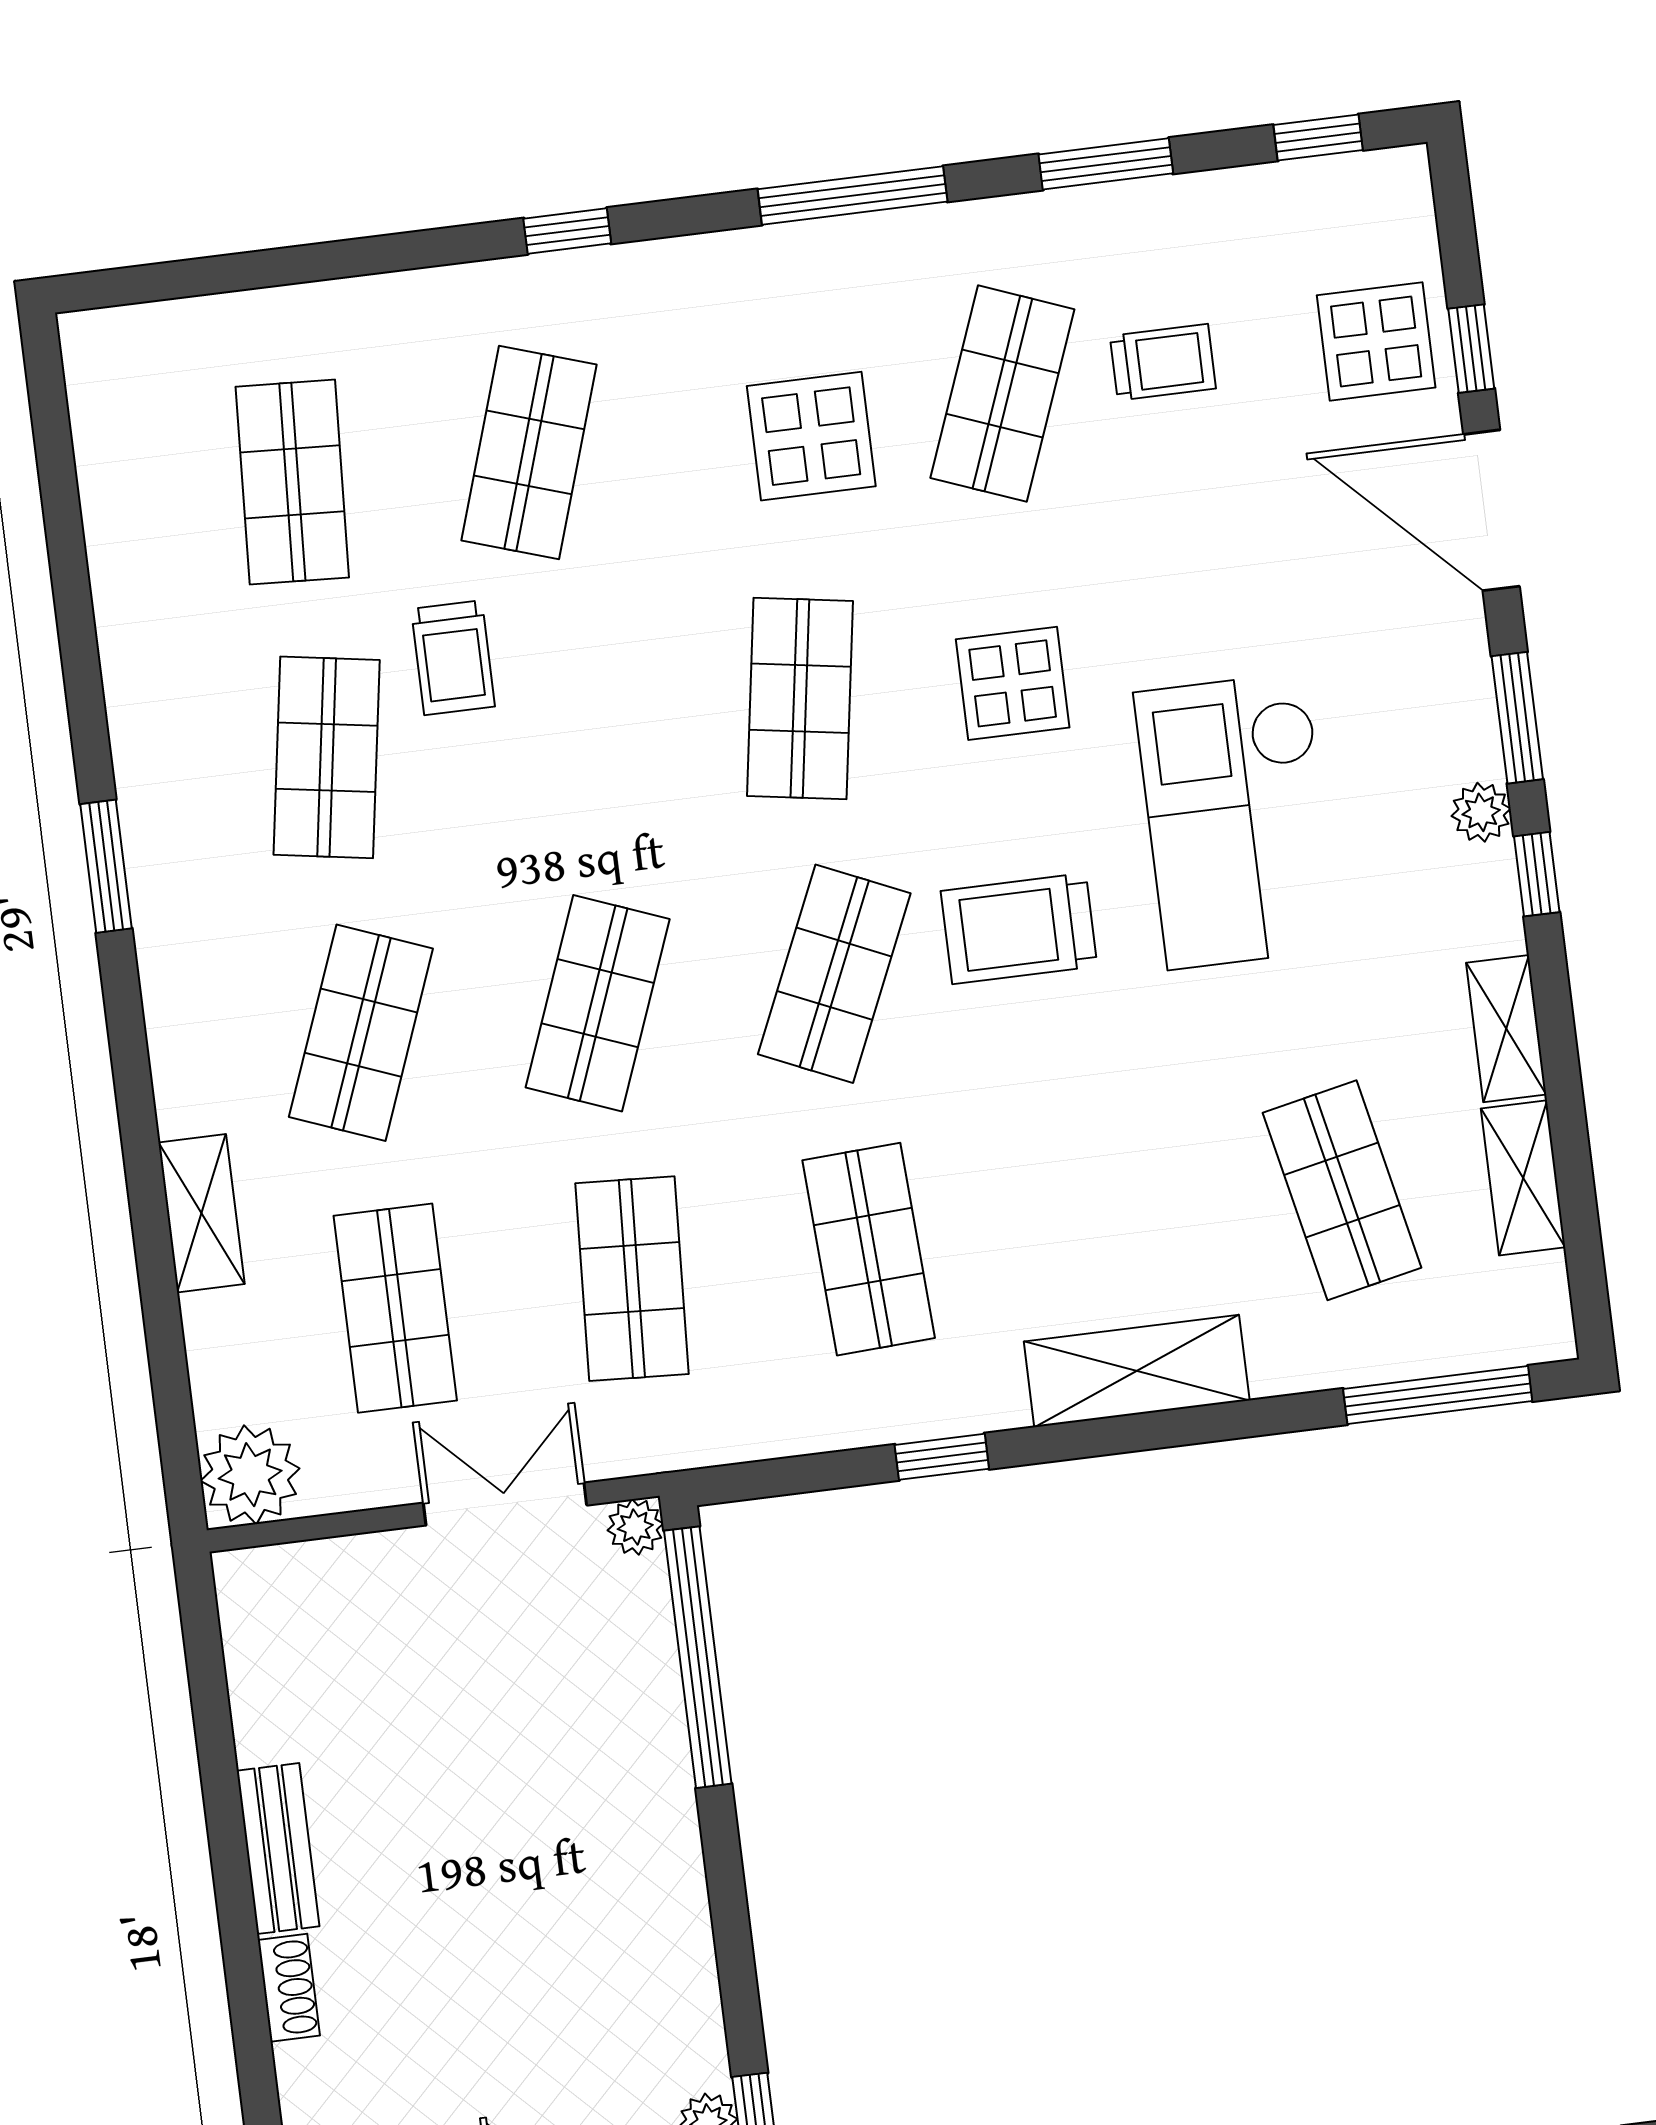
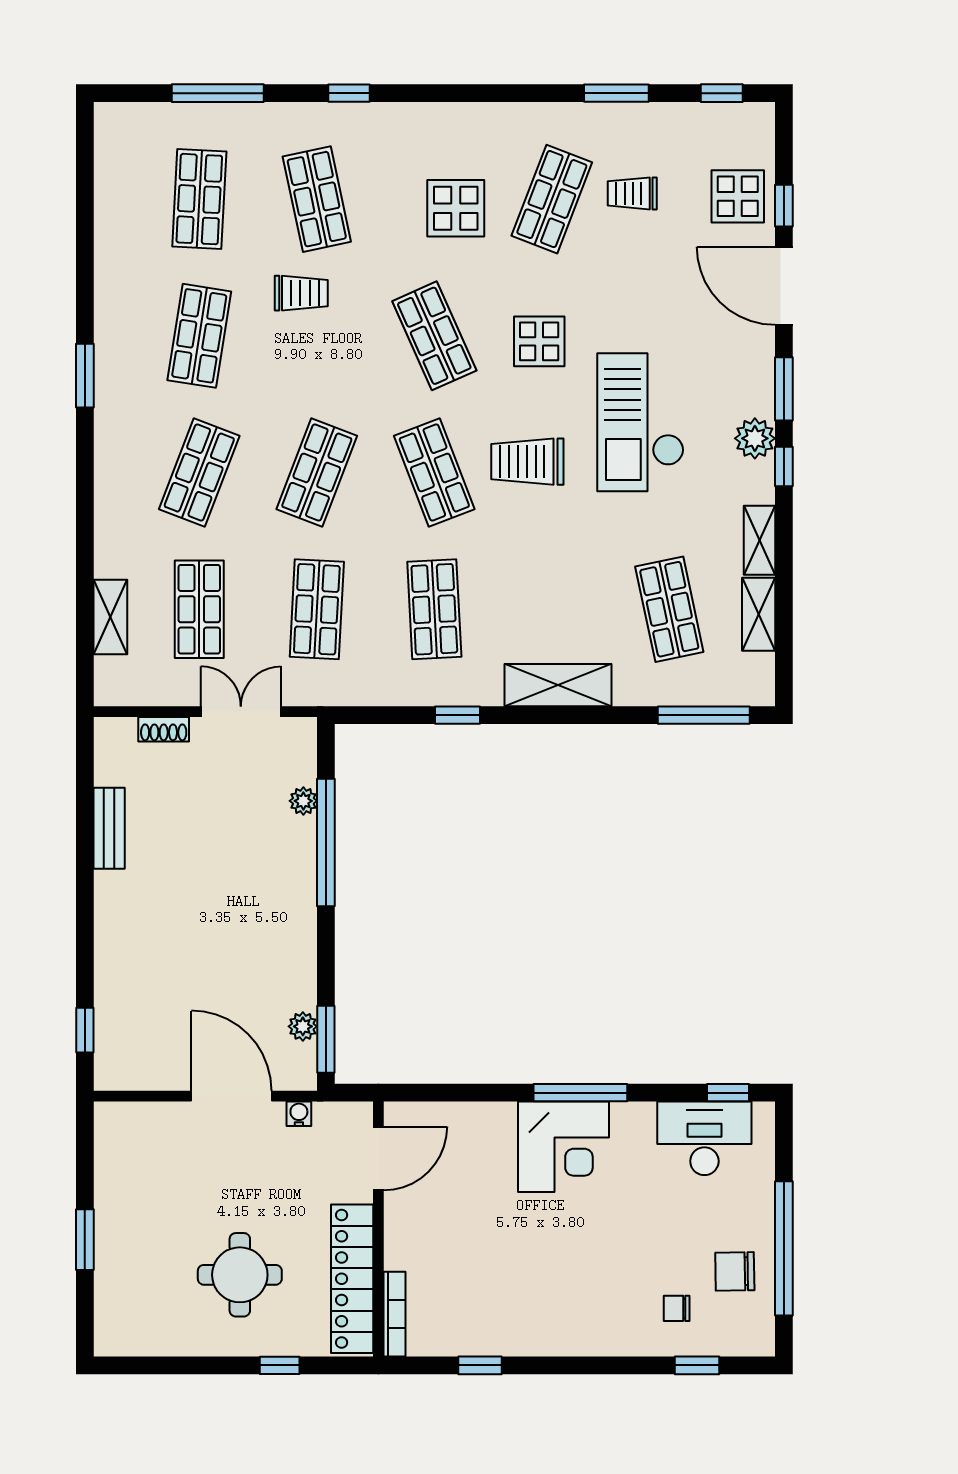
window: (853, 195) -> (218, 93), moved
trolley: (1163, 362) -> (632, 193), turned 180
shop shelf: (529, 453) -> (317, 199), turned -30
trolley: (453, 658) -> (301, 293), moved, turned -90
shop shelf: (800, 698) -> (434, 336), turned -33
plant: (1481, 812) -> (755, 438), width x1.38, depth x1.38
shop shelf: (834, 974) -> (434, 473), turned -45
shelving: (201, 1213) -> (110, 617), moved
plant: (250, 1475) -> (118, 682), removed
plant: (635, 1527) -> (303, 801), moved
window: (698, 1657) -> (326, 843), moved
bench: (278, 1849) -> (109, 828), moved
shoe rack: (289, 1988) -> (164, 729), moved, turned 90

